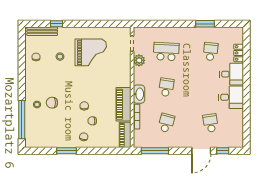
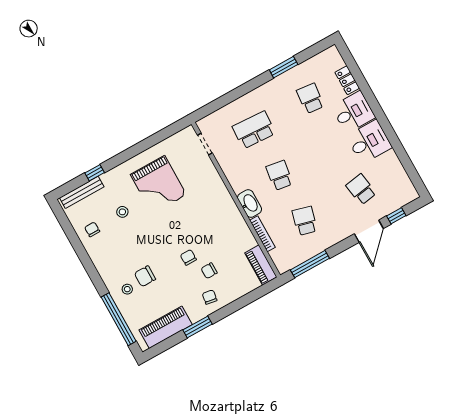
grand piano: (91, 52) -> (158, 185), turned 90
plant: (139, 60) -> (226, 161), removed
piano: (124, 104) -> (166, 327), moved, turned 90

